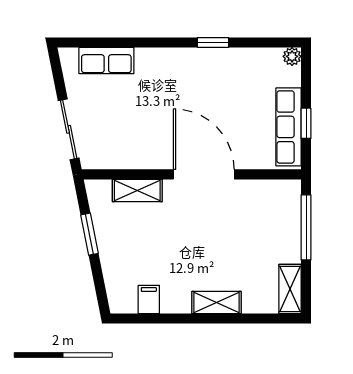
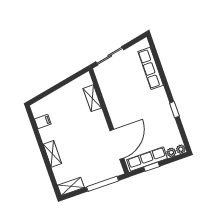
row of seats: (106, 60) -> (151, 68), width x1.48
plant: (292, 77) -> (171, 152), added
door: (204, 174) -> (117, 144), moved
window: (89, 234) -> (64, 83), removed

